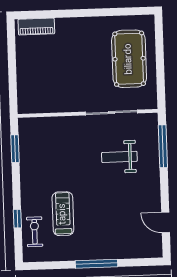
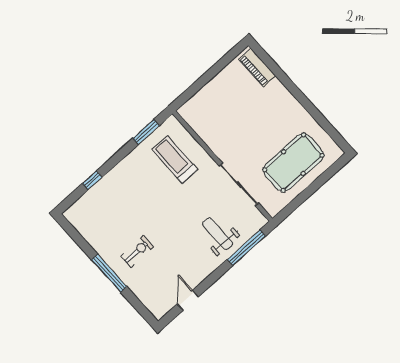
weight bench: (119, 157) -> (218, 234), moved
treadmill: (63, 214) -> (175, 160), moved, turned -90
exercise bike: (35, 232) -> (137, 252), moved

